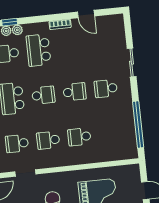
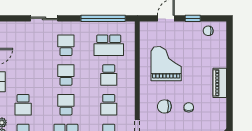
school desk: (39, 50) -> (23, 105), width x0.54
school desk: (106, 88) -> (66, 45), turned 180
school desk: (111, 133) -> (109, 45), added

